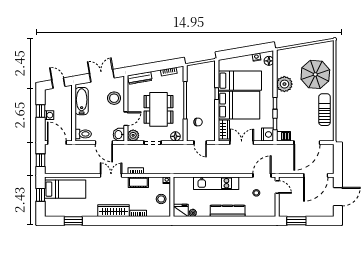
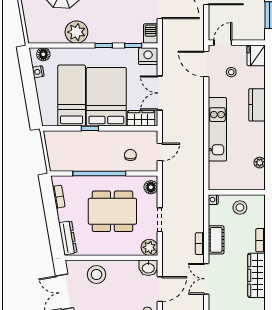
door: (126, 119) -> (126, 258), removed
fridge: (181, 210) -> (256, 55), moved
kitchen counter: (228, 211) -> (257, 105), width x0.67

